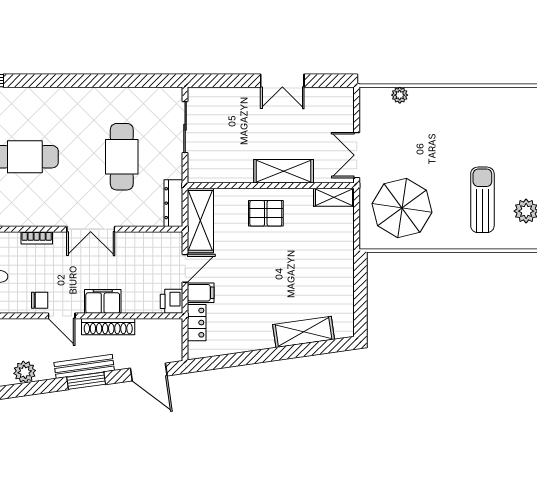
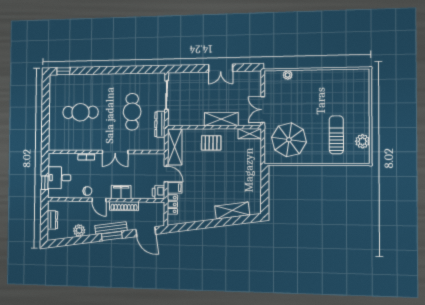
dresser: (173, 203) -> (160, 124), moved
door: (185, 268) -> (166, 174), hinge flipped

